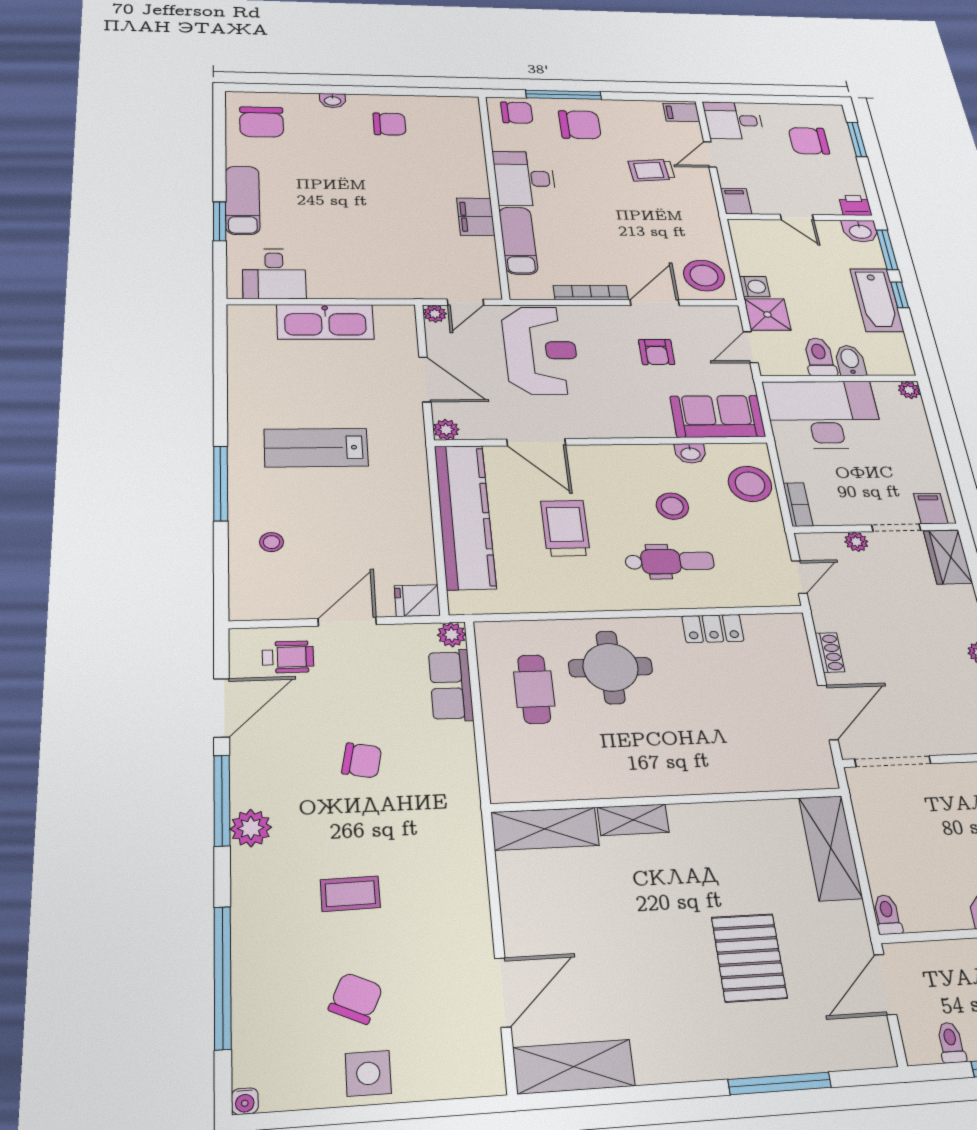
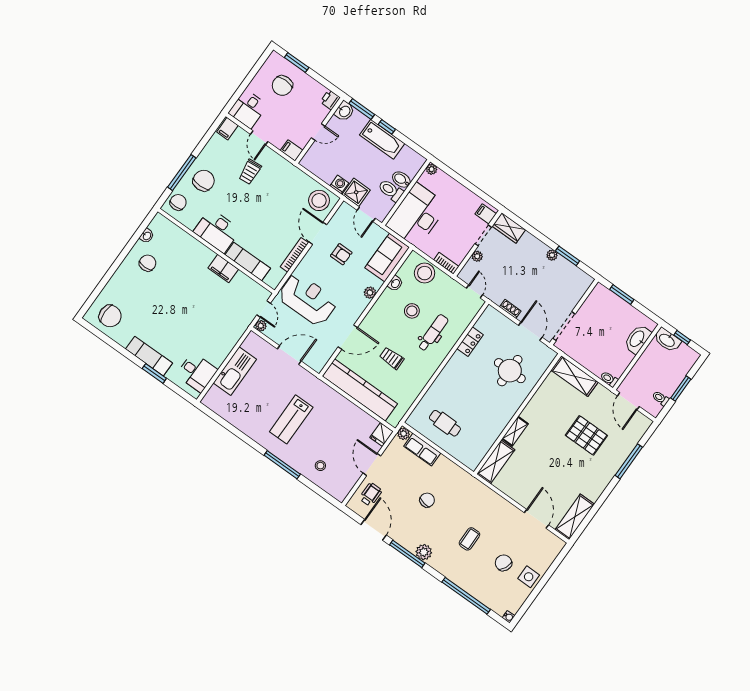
washbasin: (333, 101) -> (147, 236), moved
plant: (446, 430) -> (370, 293), moved
trolley: (565, 528) -> (392, 358), width x0.73, depth x0.72
round table: (611, 667) -> (510, 371), moved

